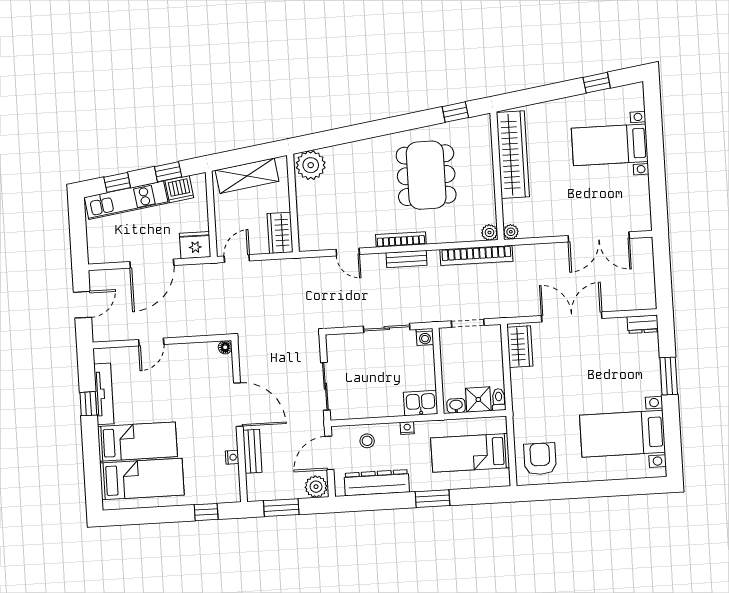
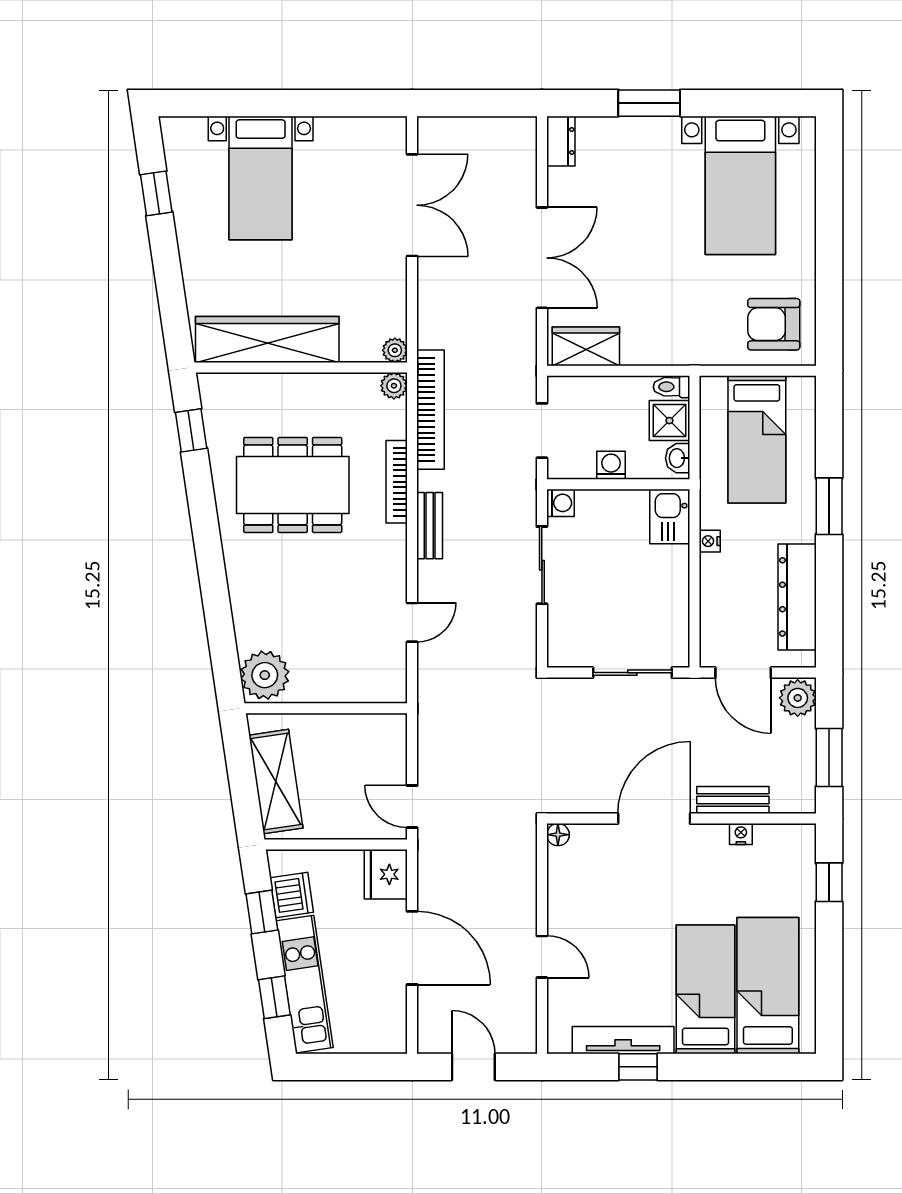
wardrobe: (280, 233) -> (374, 733), removed
bookcase: (401, 239) -> (397, 482), moved
double door: (572, 317) -> (542, 258), swing flipped
washing machine: (449, 366) -> (611, 465), added
stool: (367, 441) -> (727, 609), removed

